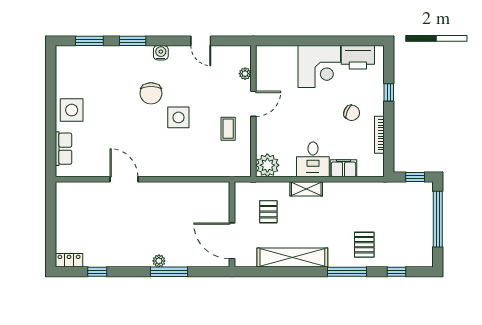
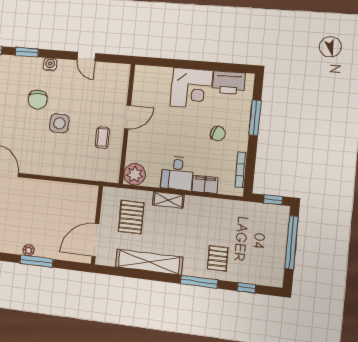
plant: (245, 74) -> (123, 89), removed
window: (389, 92) -> (255, 118), width x2.17
bookcase: (379, 135) -> (241, 170), moved
pallet: (268, 212) -> (131, 217), width x1.50, depth x1.42
door: (232, 241) -> (95, 240), hinge flipped

